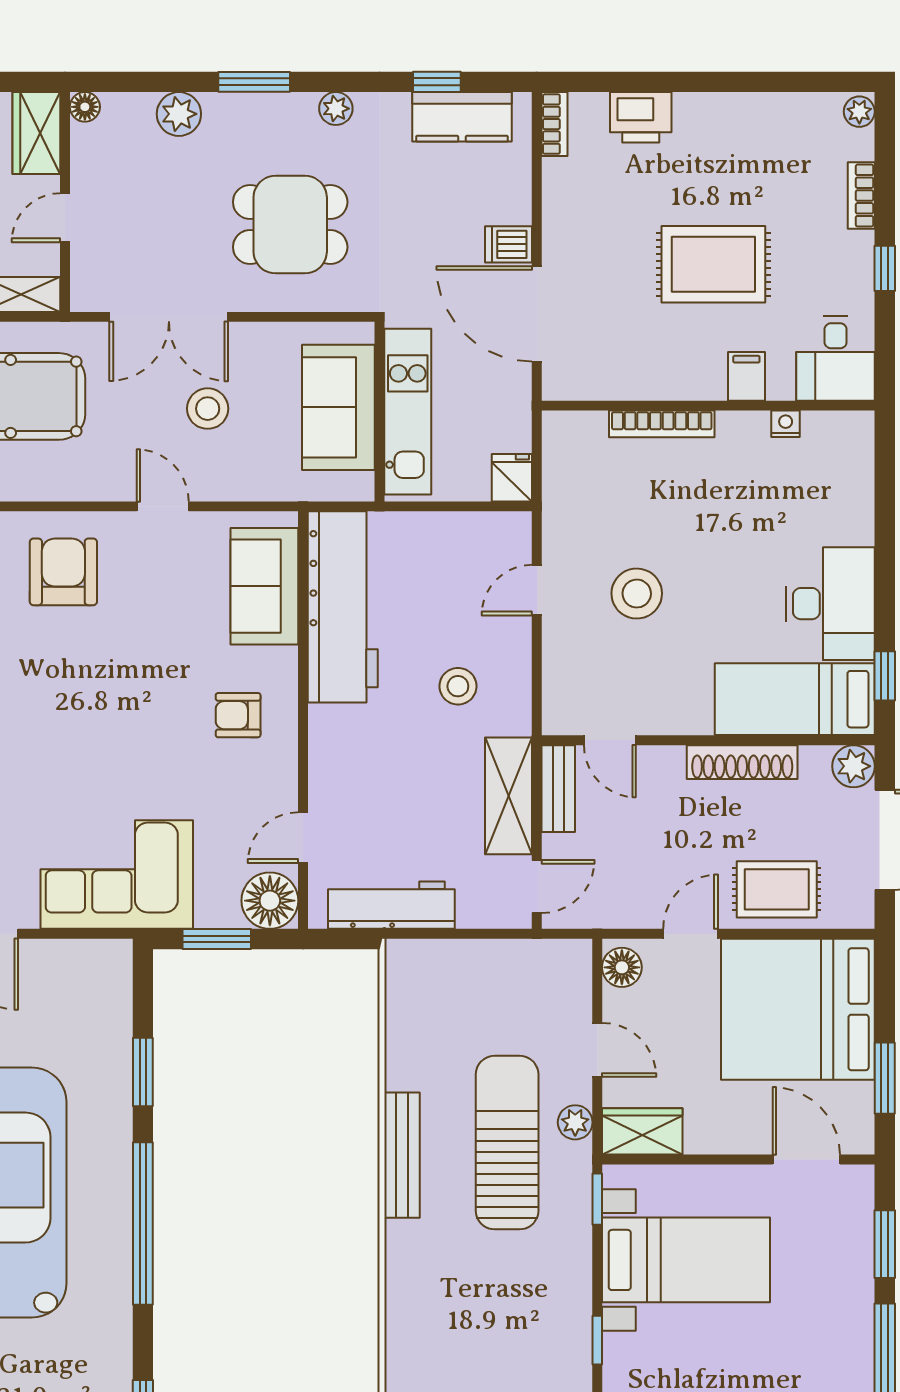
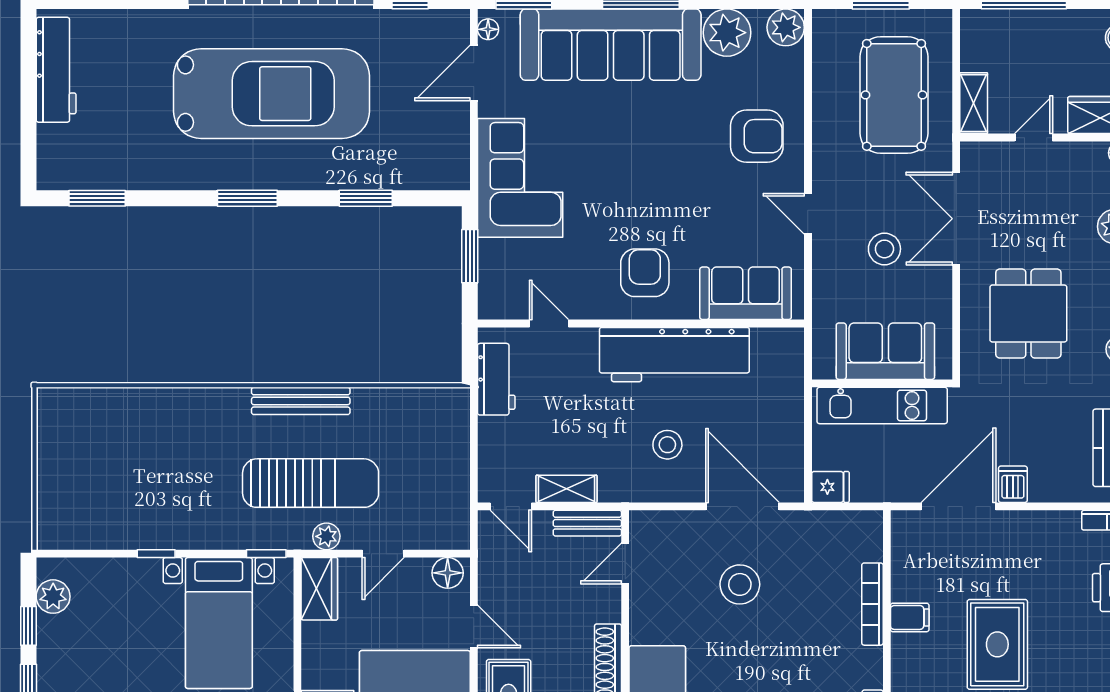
door: (65, 218) -> (1034, 138), hinge flipped
filing cabinet: (746, 376) -> (910, 617), moved
door: (163, 506) -> (808, 214), swing flipped
door: (537, 590) -> (743, 506), width x1.87
workbench: (343, 607) -> (674, 355), moved
armchair: (238, 715) -> (645, 273), width x1.38, depth x1.38
shelving: (509, 796) -> (566, 489), width x0.67, depth x0.75
floor lamp: (270, 901) -> (500, 298), removed
workbench: (391, 905) -> (496, 379), width x0.73
window: (143, 1223) -> (247, 198), width x0.47

